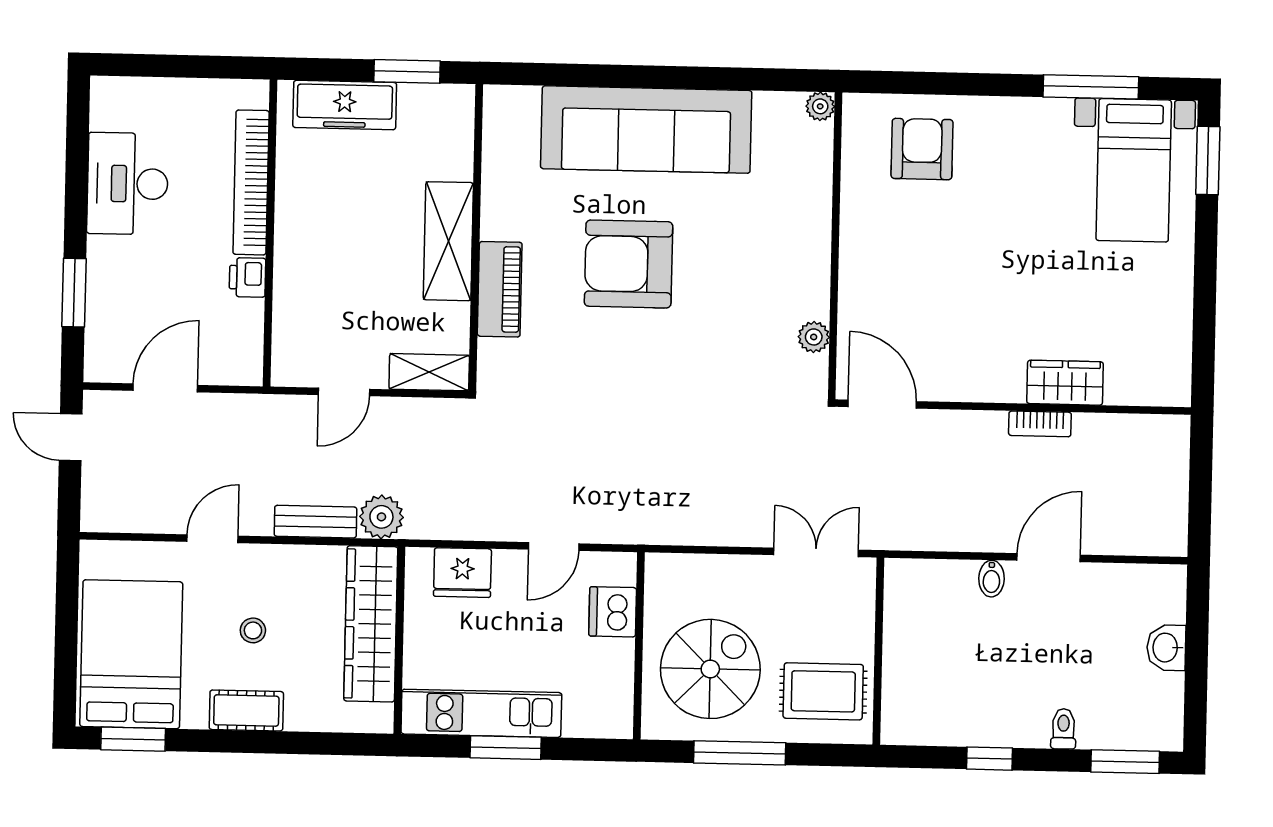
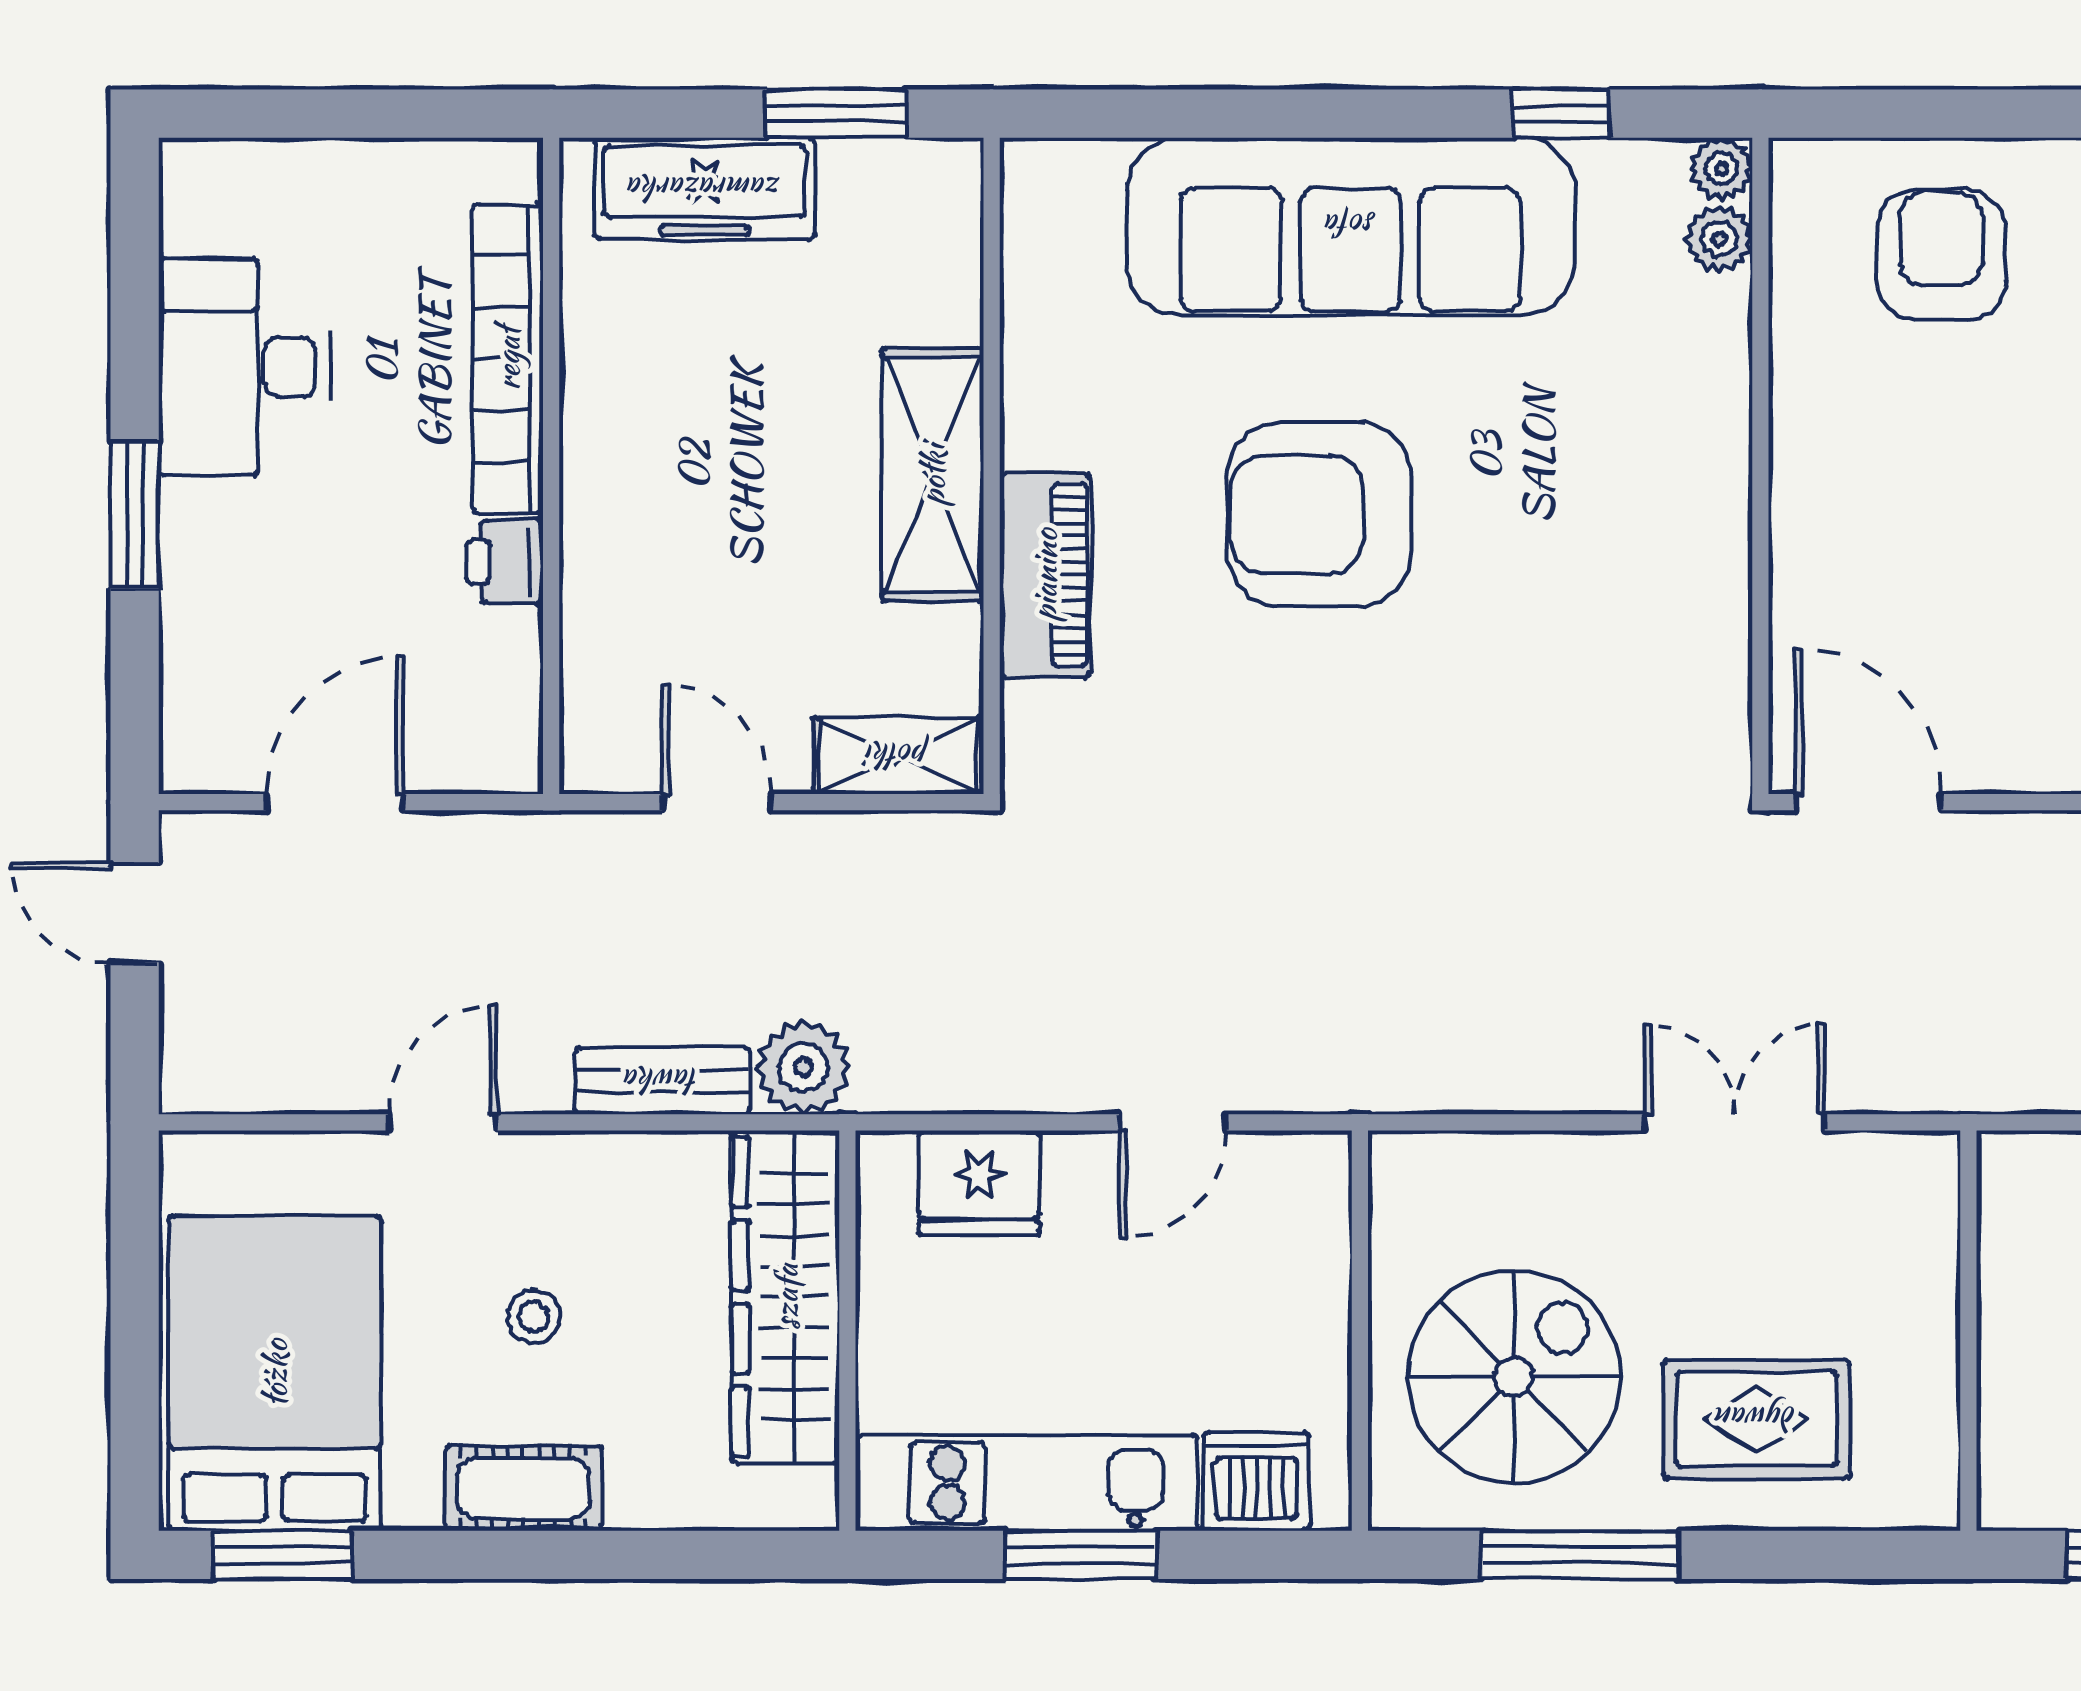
window: (746, 79) -> (1561, 114), added
window: (74, 293) -> (135, 515), moved
plant: (814, 337) -> (1719, 239), moved
door: (344, 392) -> (717, 802), swing flipped
dishwasher: (613, 612) -> (1257, 1481), moved, turned 90
wall: (878, 651) -> (1968, 1331), moved

